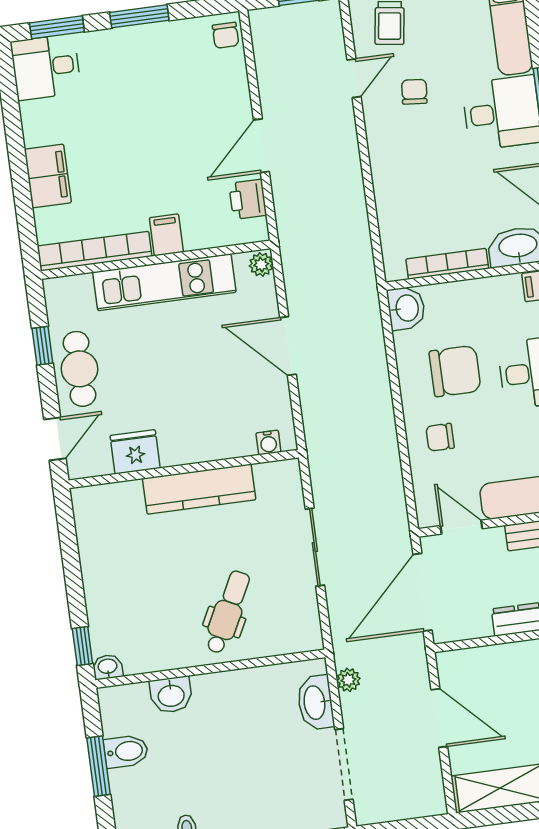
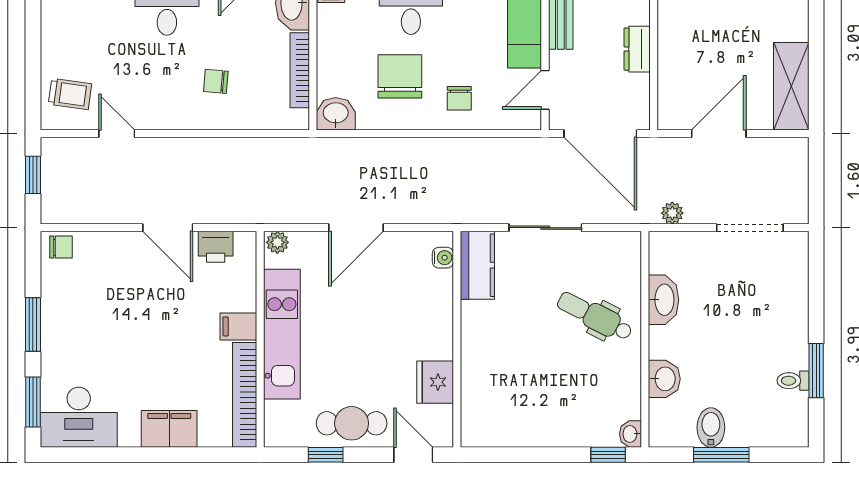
desk: (46, 67) -> (79, 417), width x1.37
chair: (414, 92) -> (216, 81), moved
kitchen counter: (199, 489) -> (477, 265), moved, width x0.67
washbasin: (315, 702) -> (664, 300), moved, turned -90

